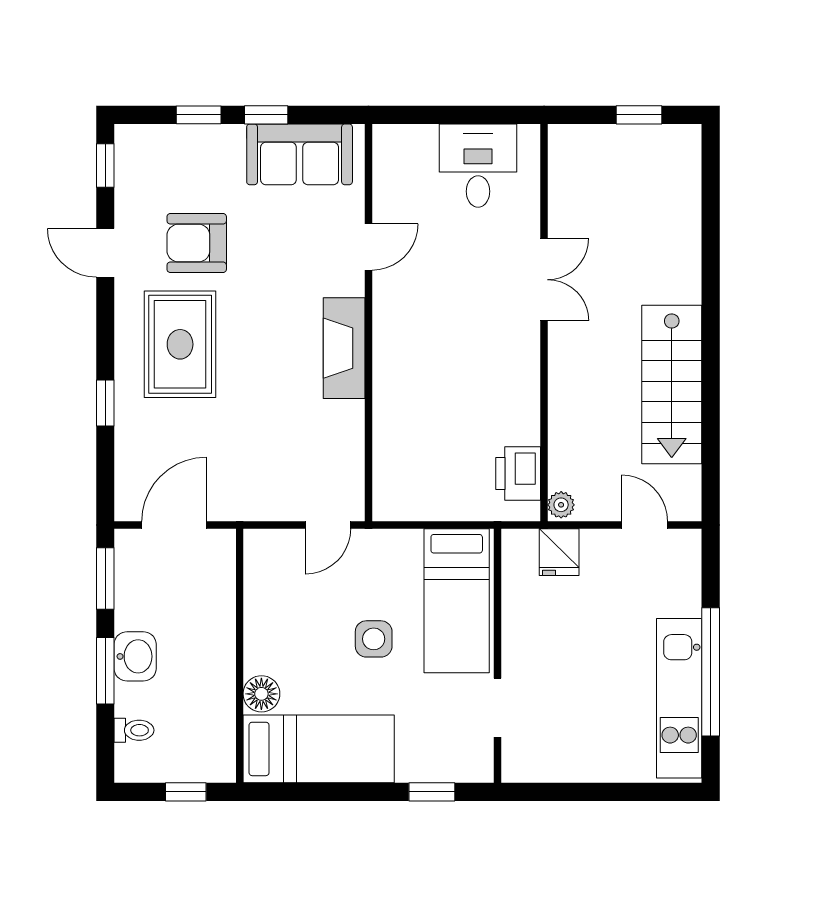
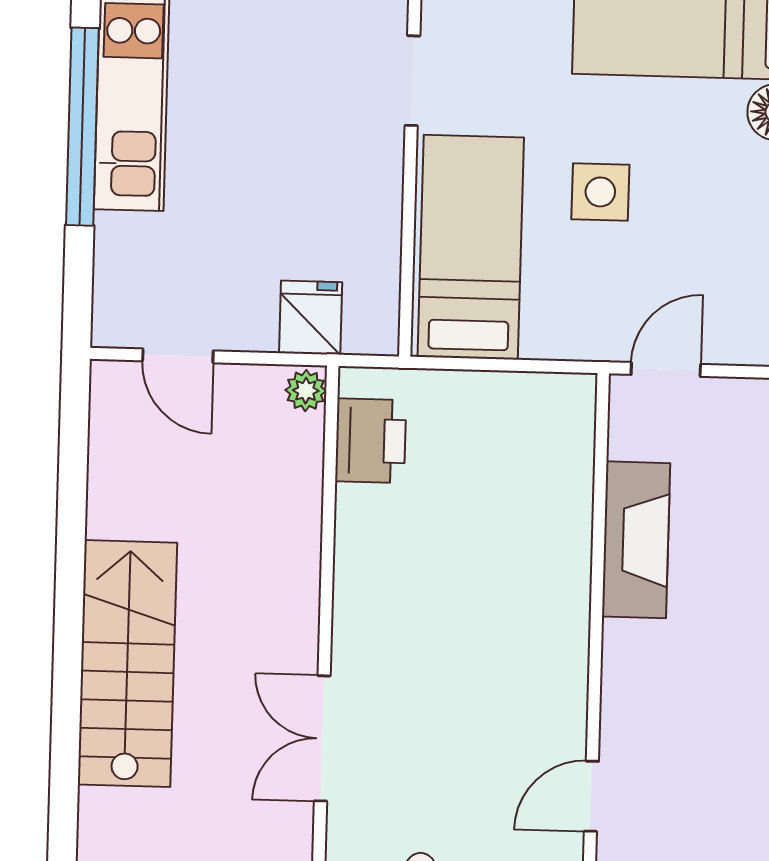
fireplace: (344, 348) -> (636, 540), moved
stairs: (672, 385) -> (127, 664), moved

